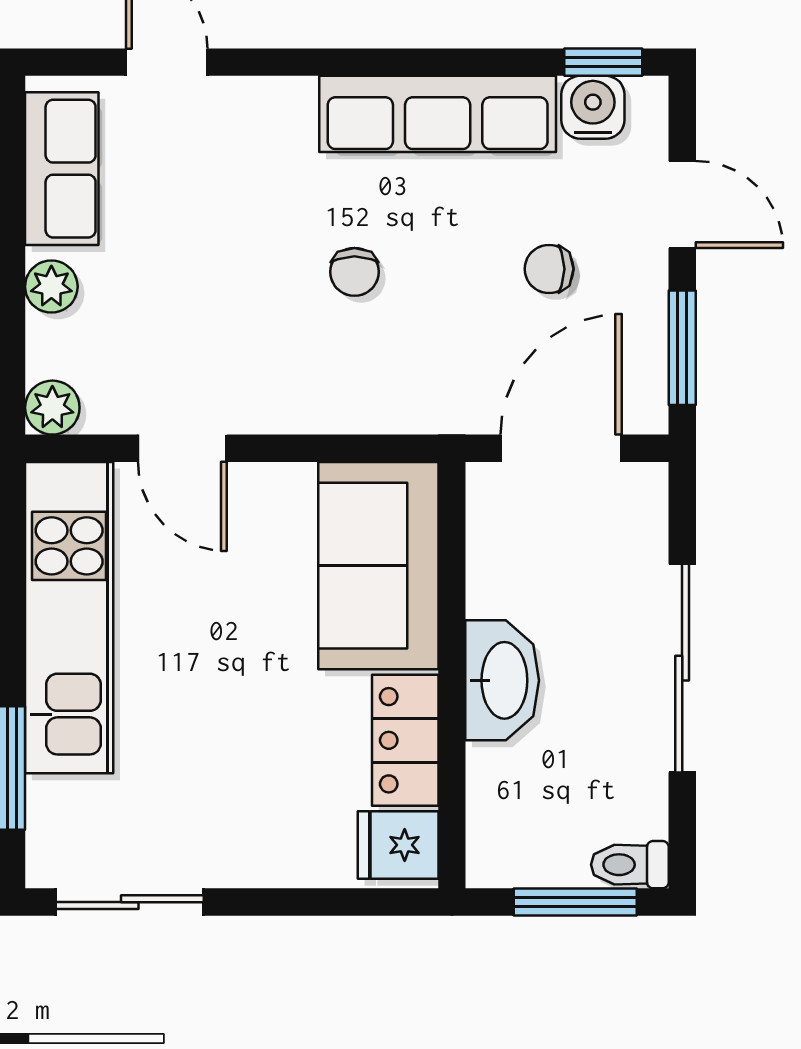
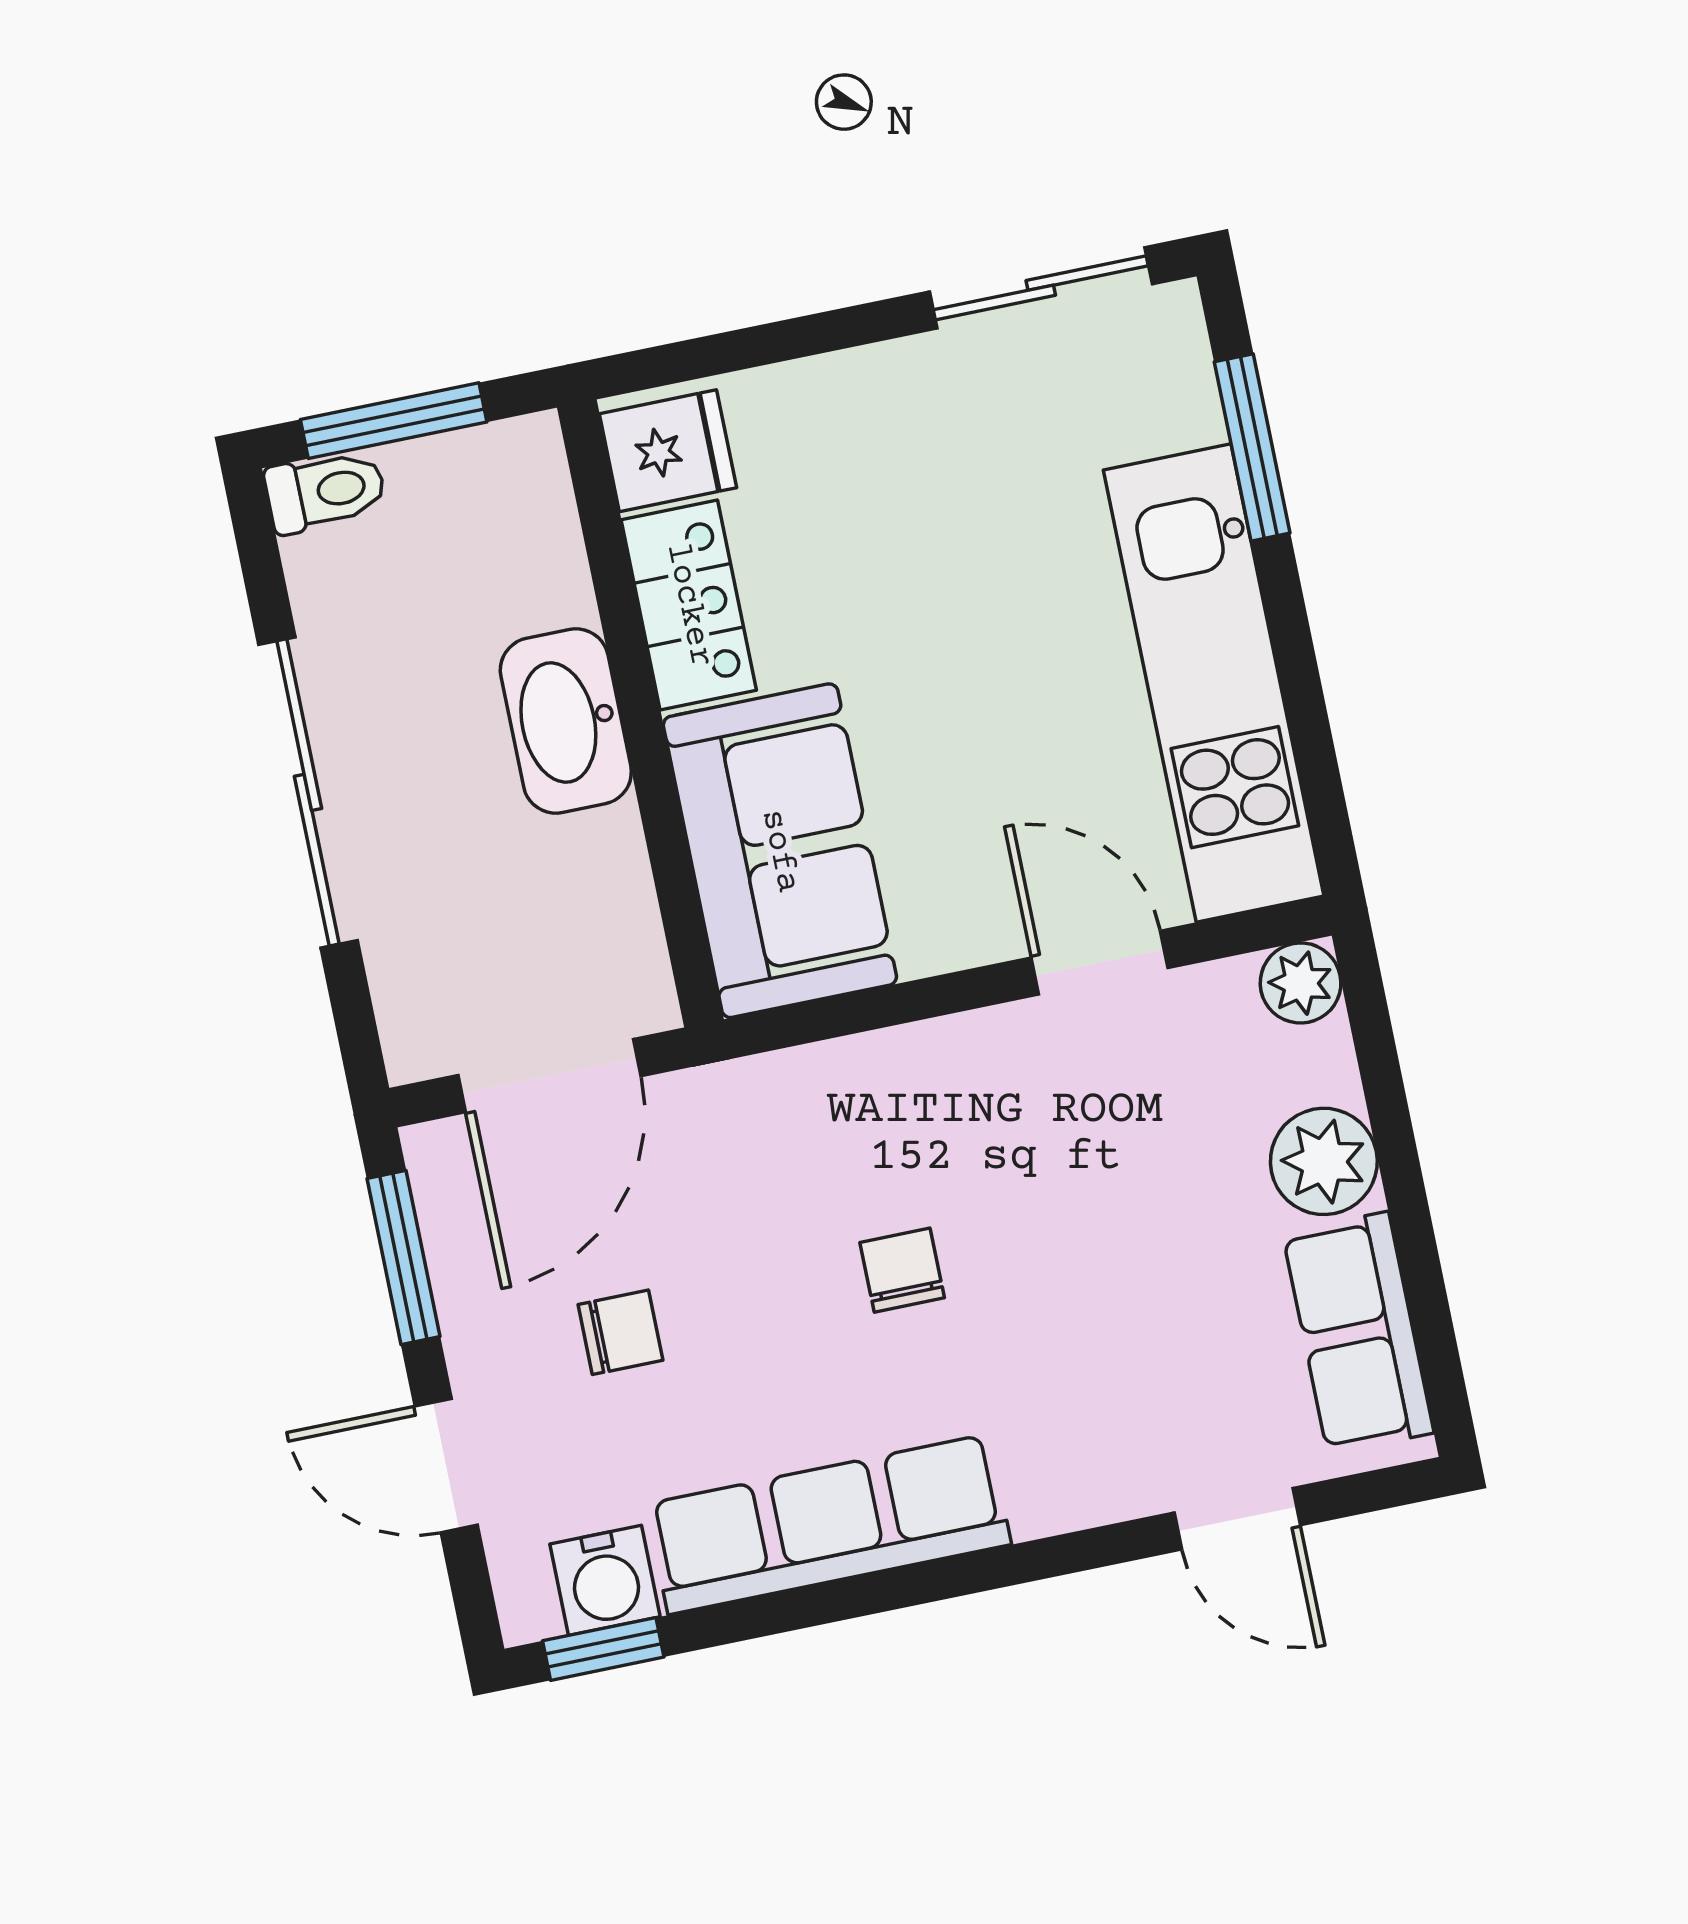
plant: (51, 287) -> (1324, 1161), width x1.38, depth x1.38

